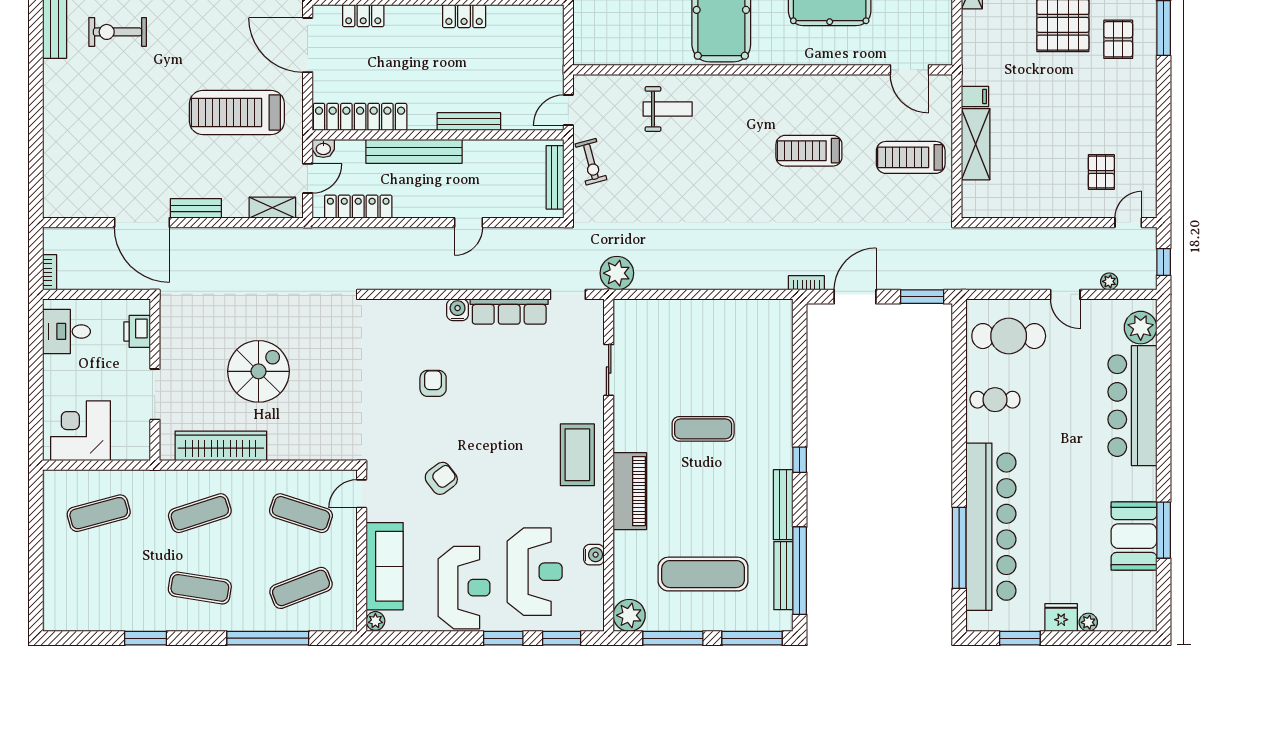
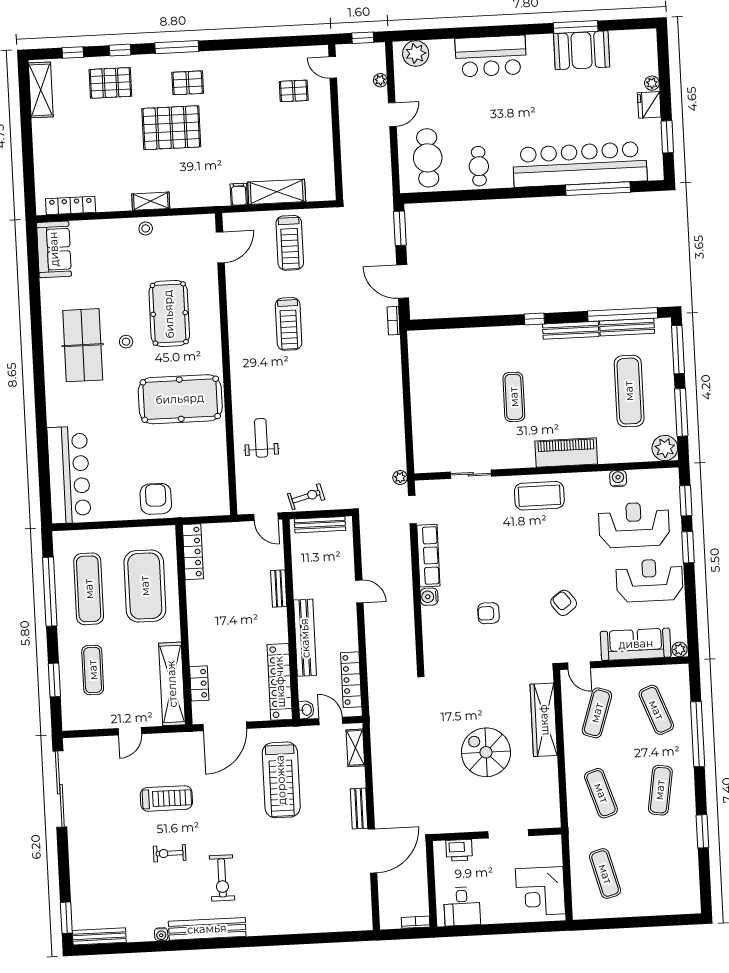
locker: (464, 16) -> (193, 552), moved, width x1.53
bench: (469, 122) -> (279, 589), width x0.73
plant: (617, 273) -> (400, 478), width x0.53, depth x0.53
bar counter: (1132, 406) -> (491, 56), width x0.73
wardrobe: (221, 446) -> (544, 720), moved

